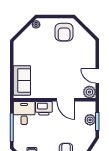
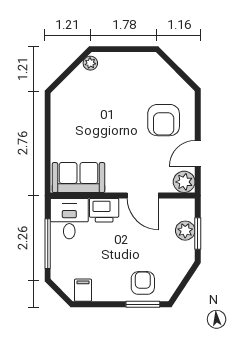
armchair: (64, 32) -> (164, 120), moved
door: (97, 76) -> (198, 153), hinge flipped
sofa: (22, 80) -> (78, 178), moved, turned -90

